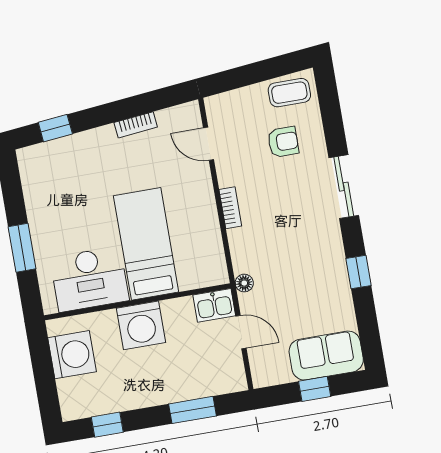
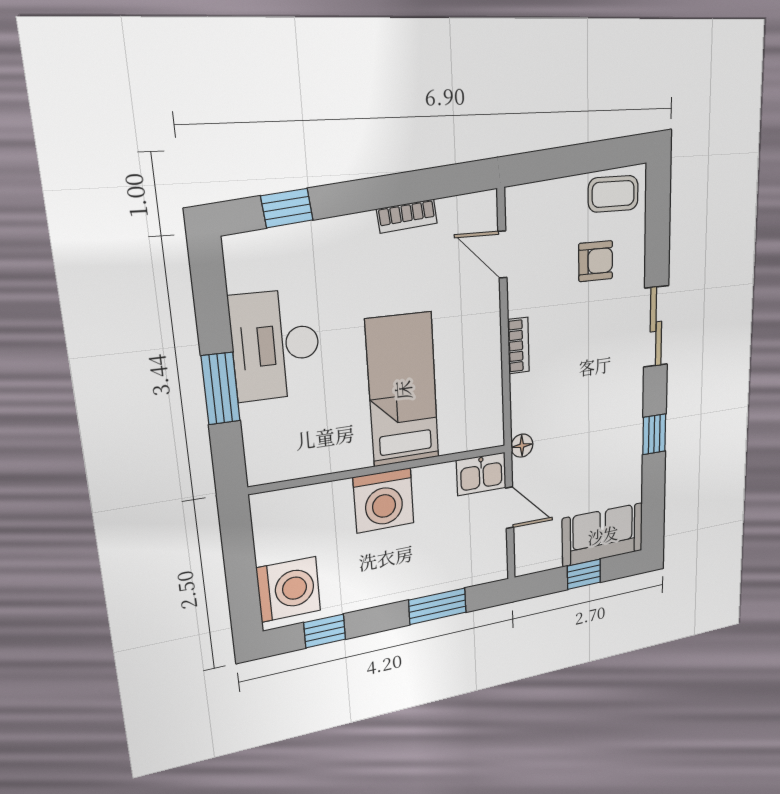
desk: (90, 279) -> (276, 345), moved, turned 90
washing machine: (72, 355) -> (289, 589), moved

